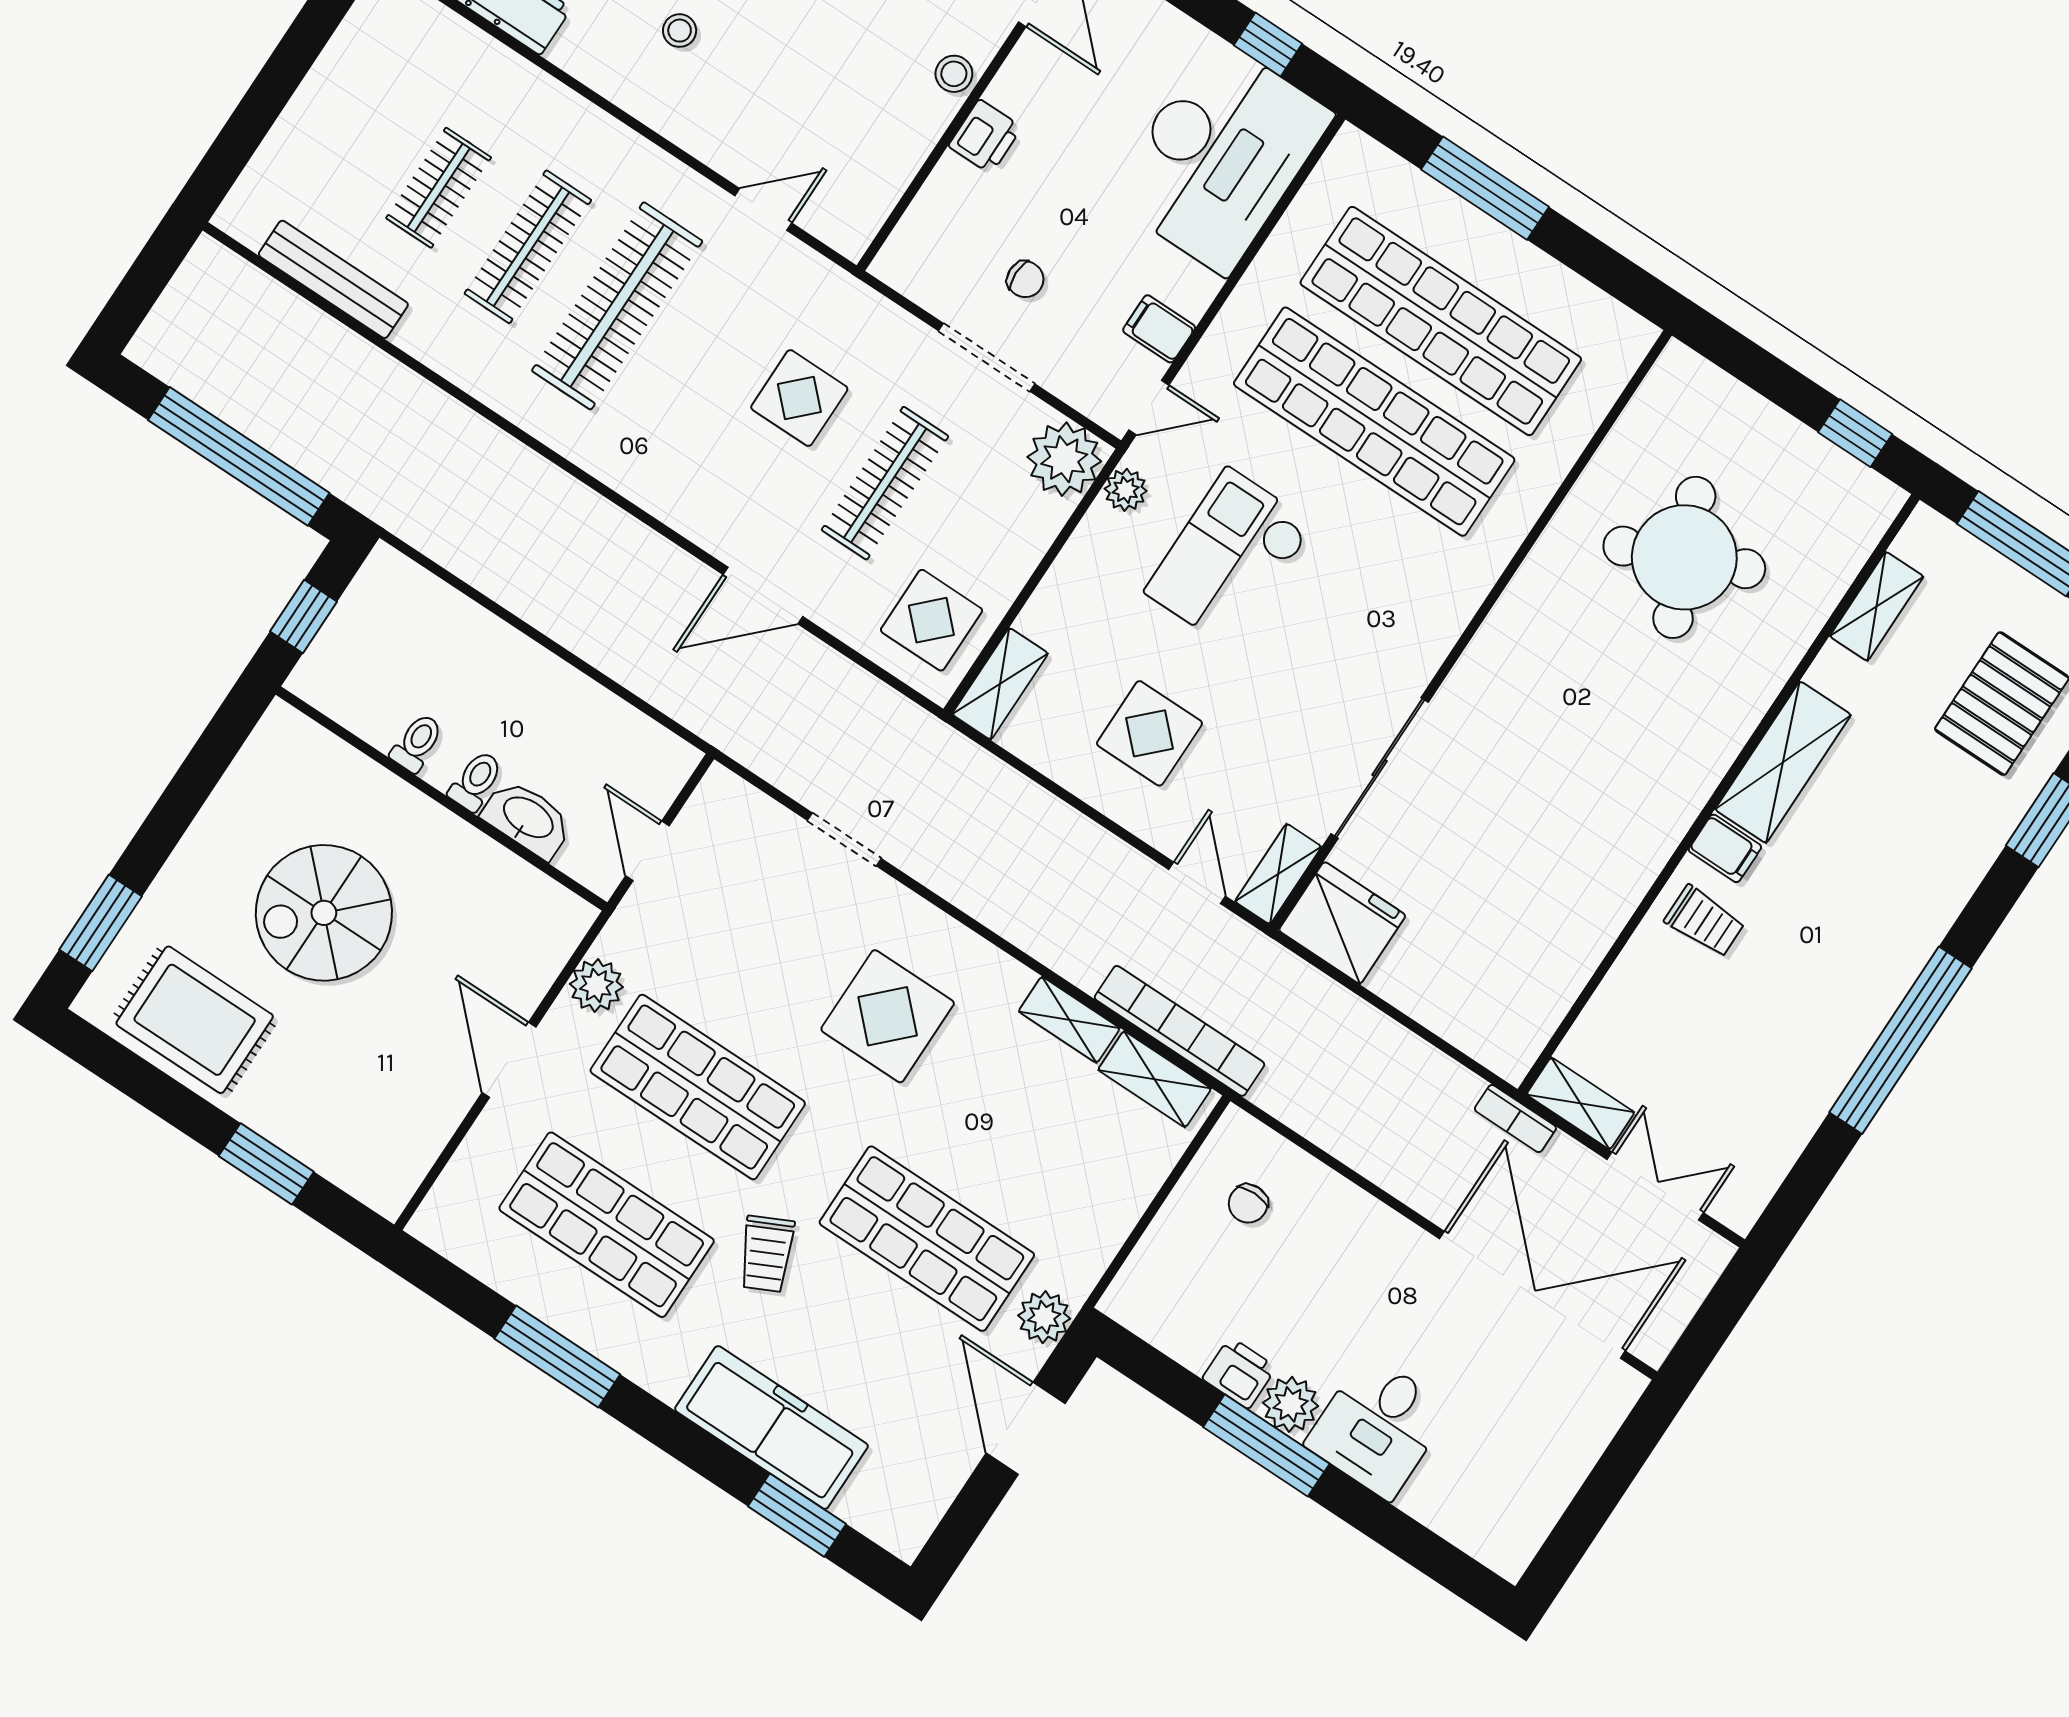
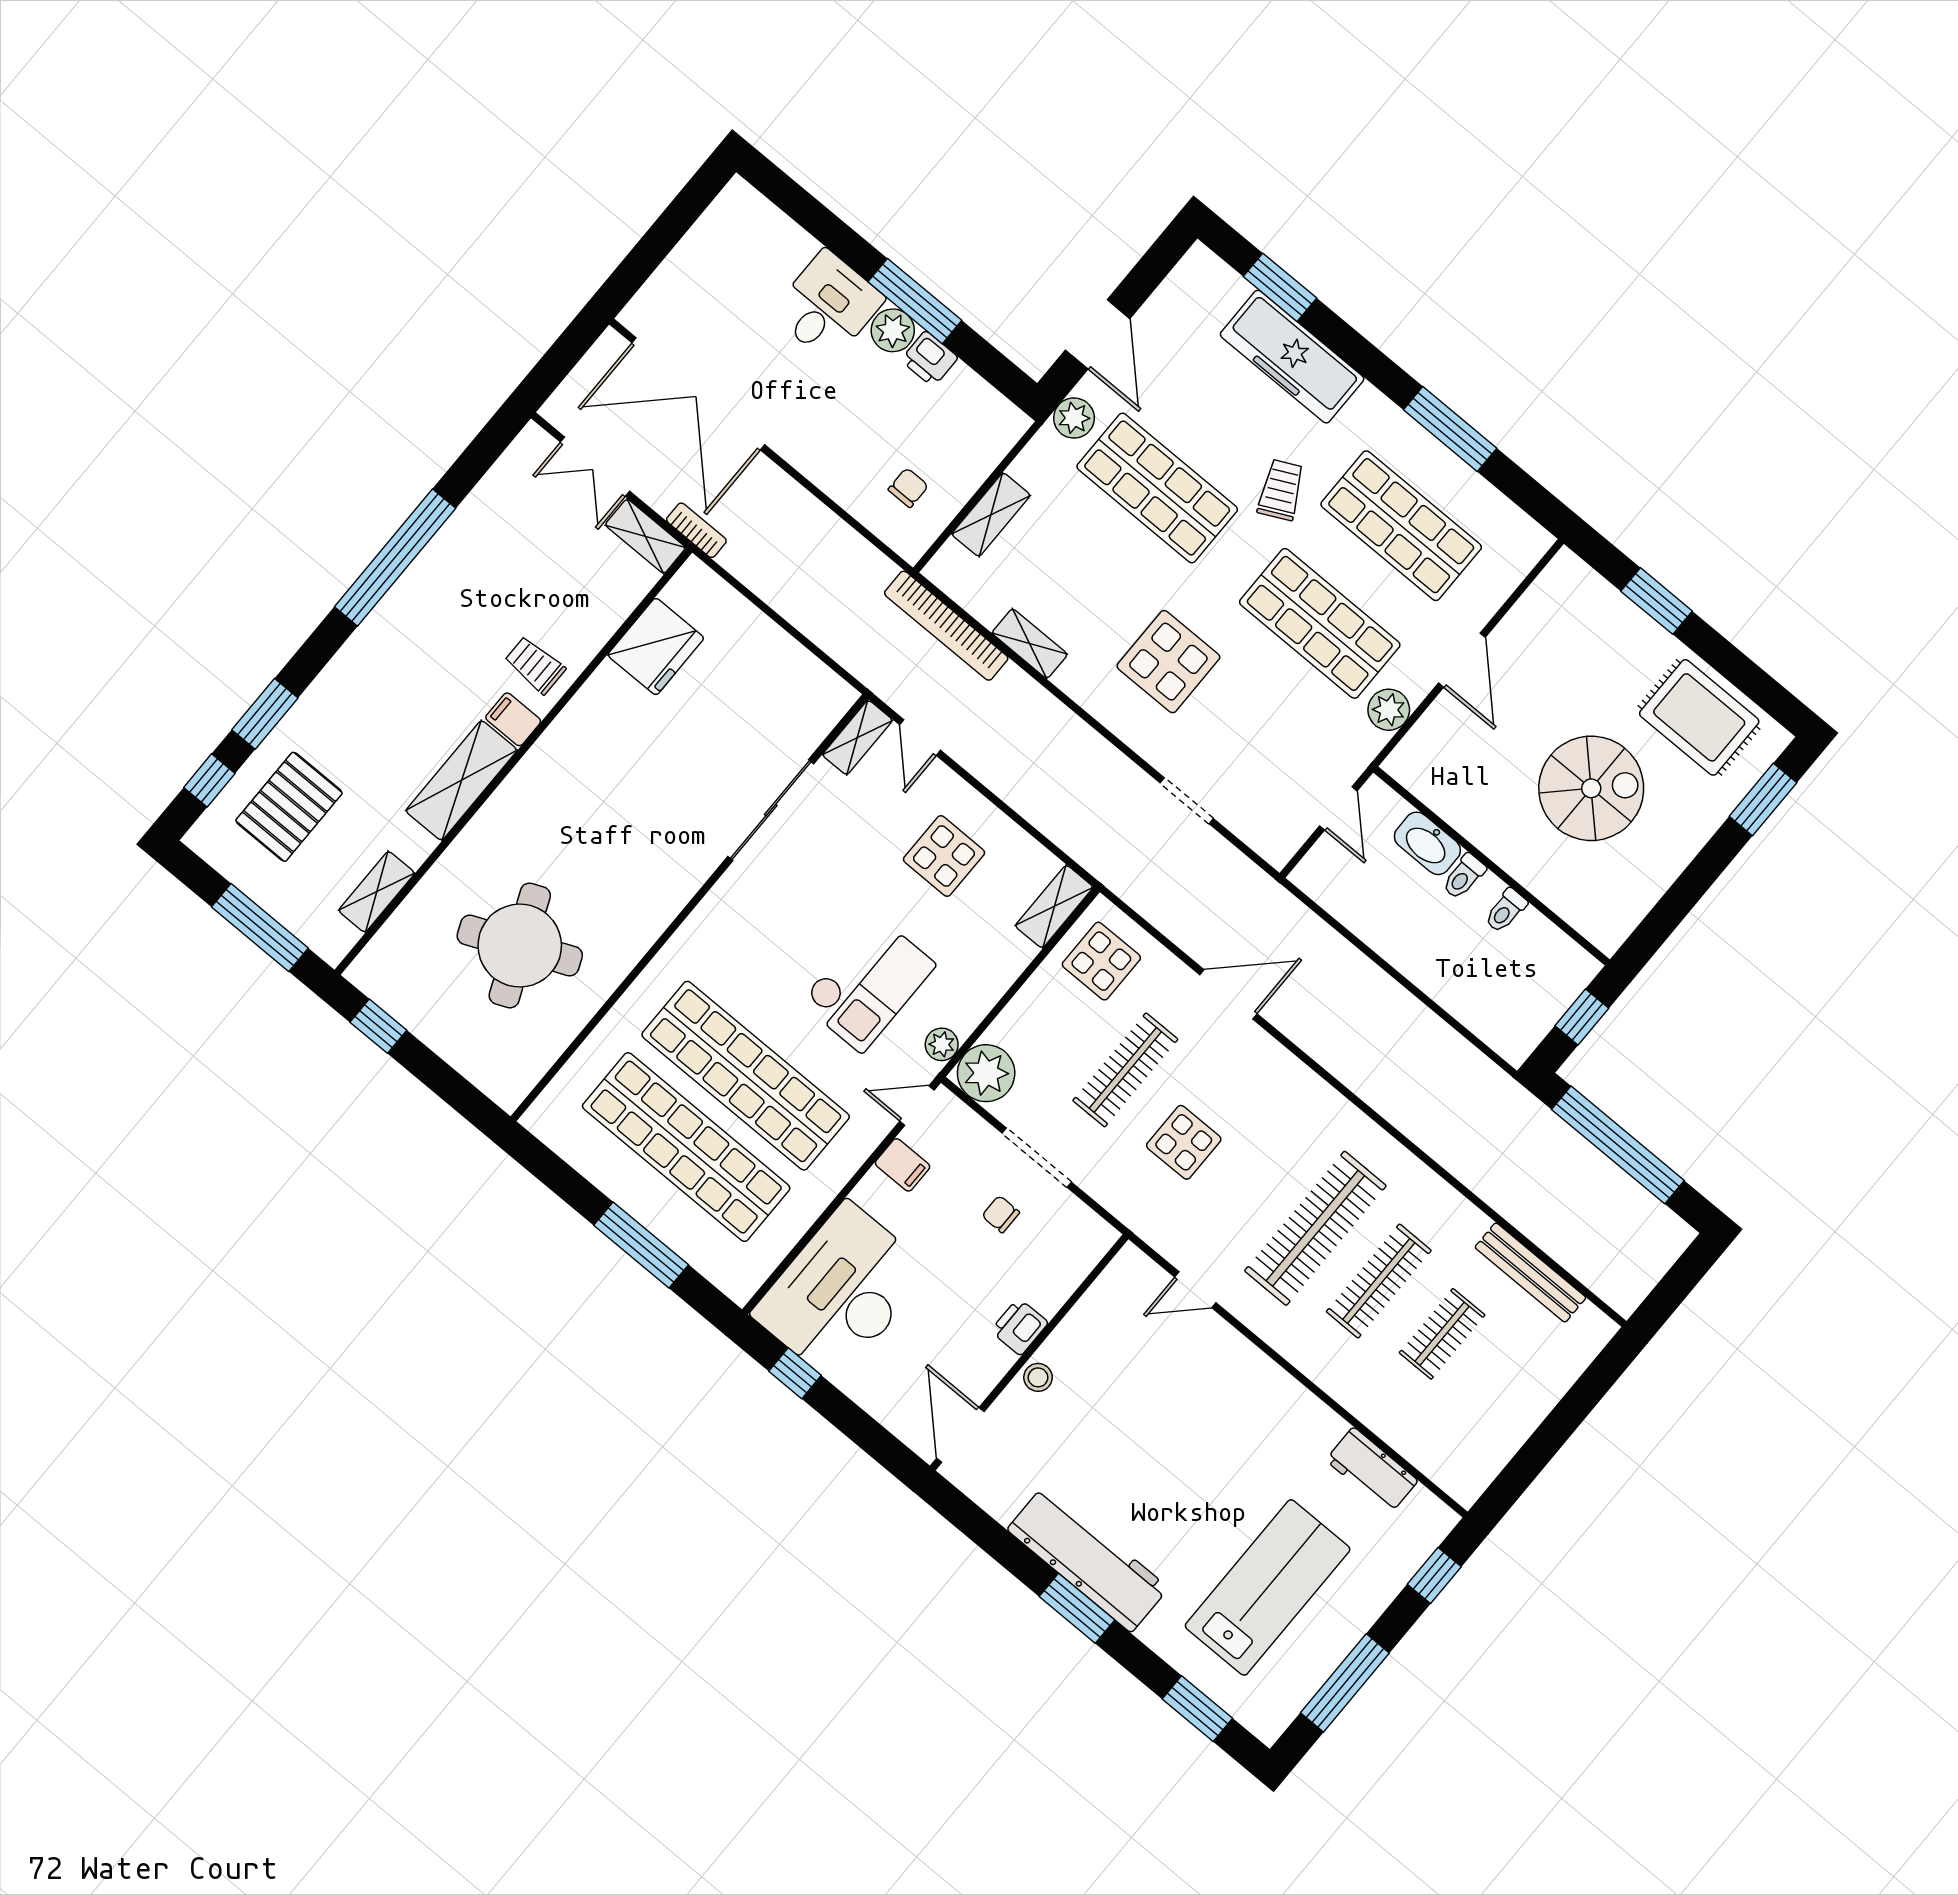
stool: (680, 31) -> (1244, 1434), removed
fridge: (1342, 923) -> (656, 647), moved, turned -90
shelving: (1155, 1079) -> (991, 515), moved, turned 90

